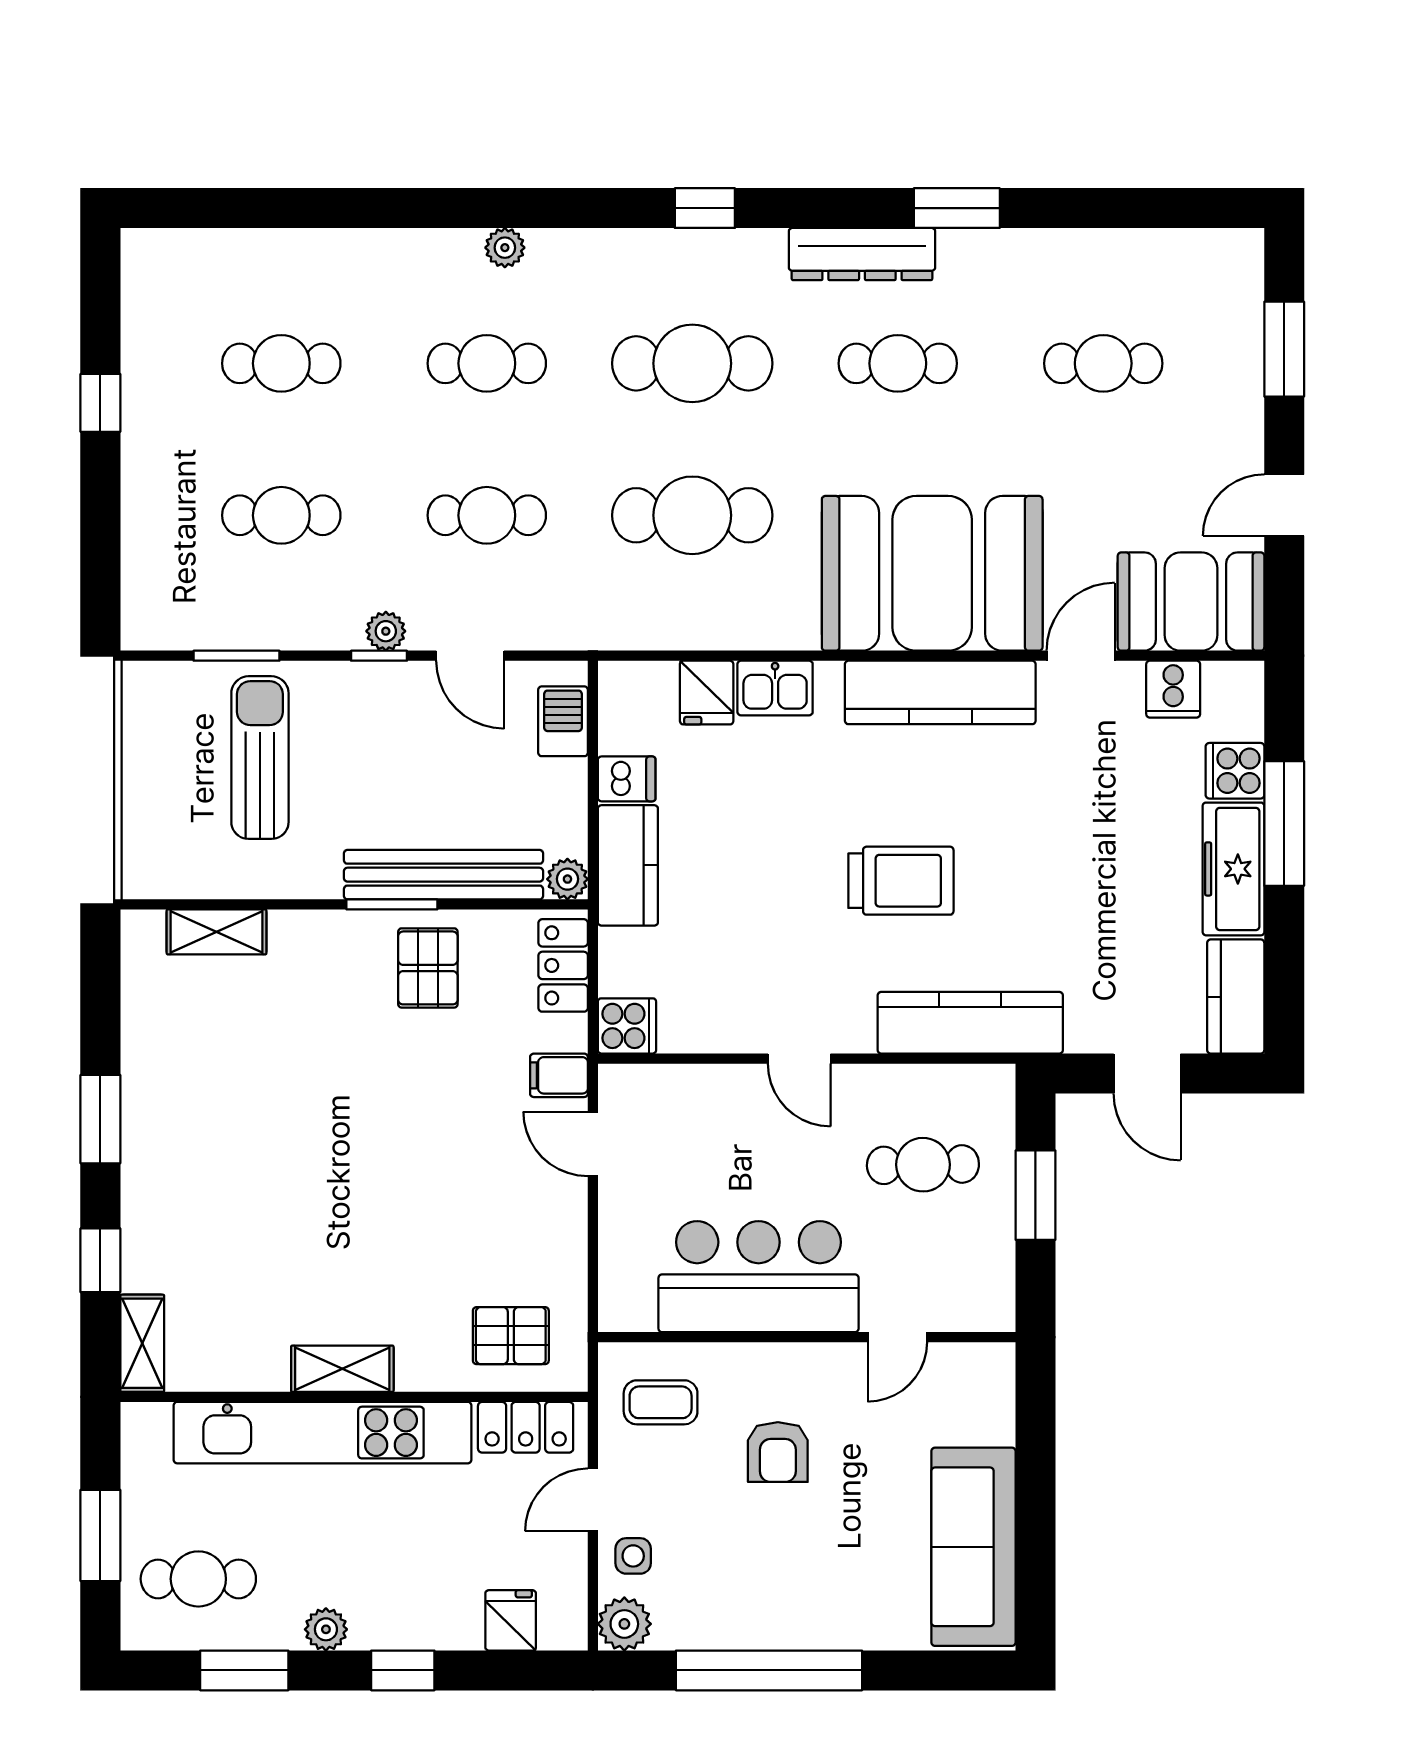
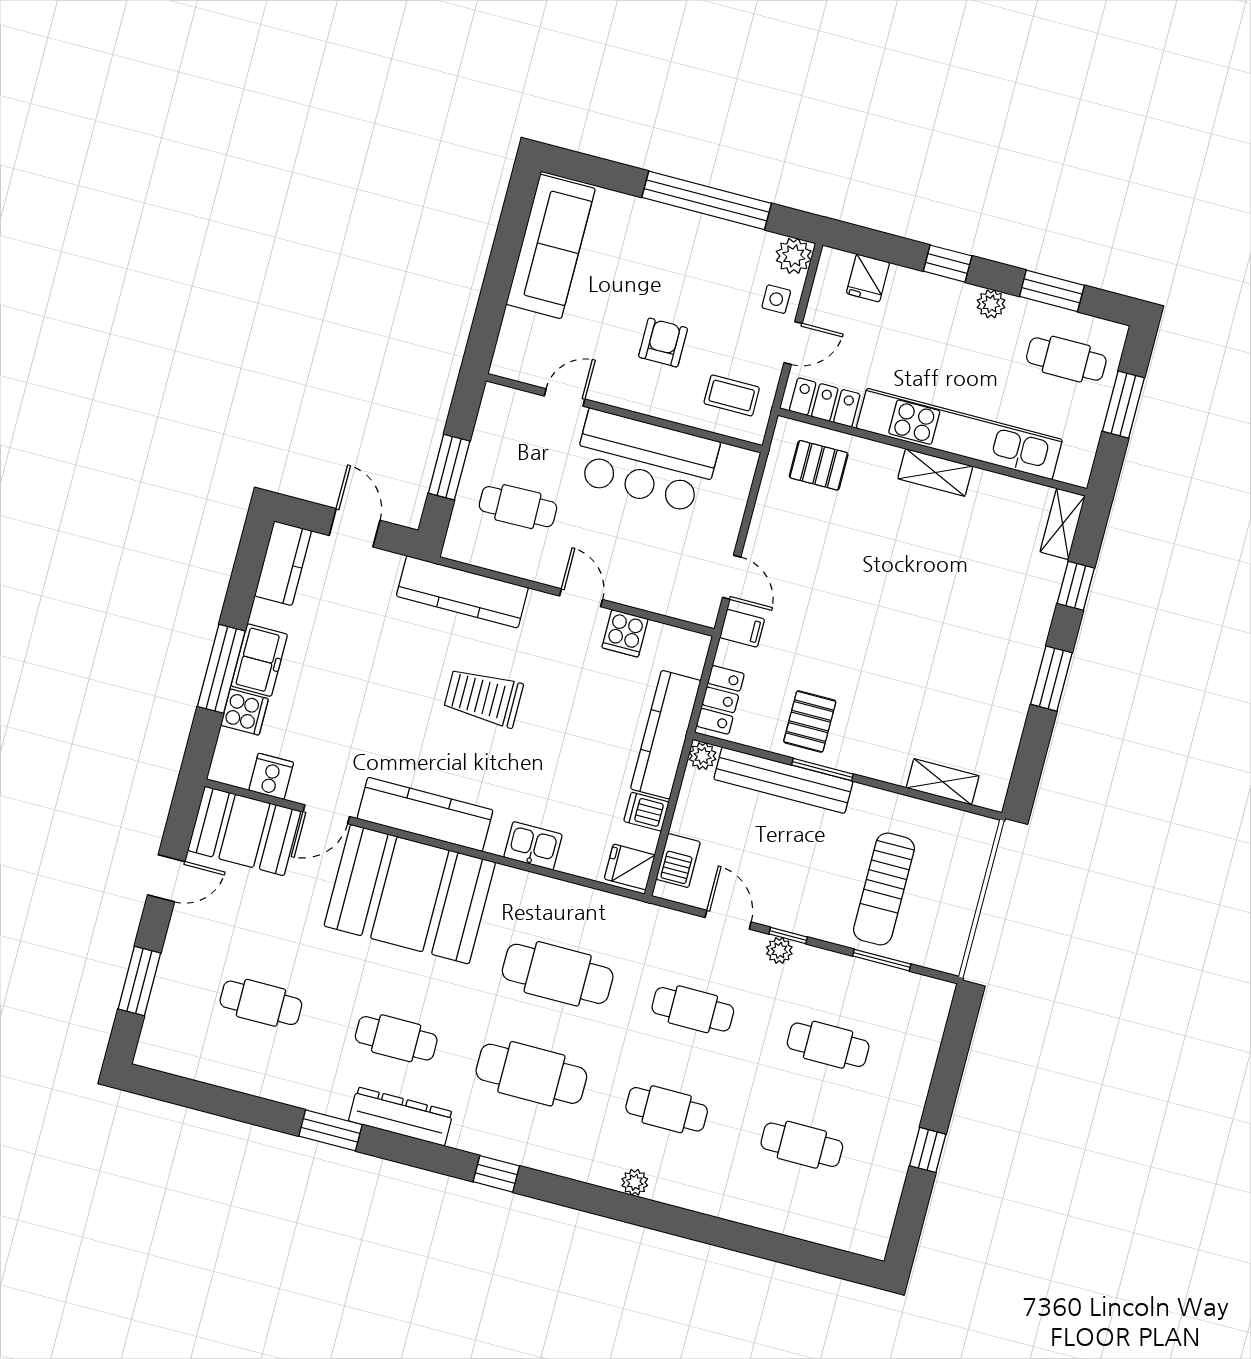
fridge: (707, 693) -> (630, 867), moved, turned -90
kitchen counter: (628, 865) -> (666, 735), width x1.50
freezer: (1233, 869) -> (259, 660), width x0.71
cooker: (627, 1026) -> (625, 633), moved, turned -90

